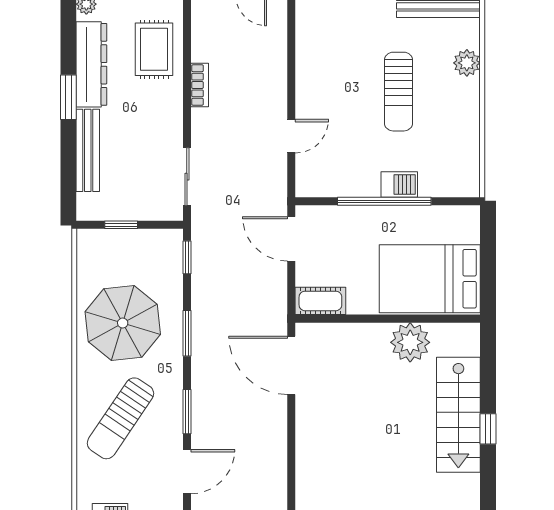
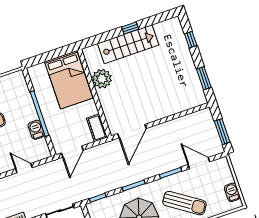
barbecue: (399, 185) -> (36, 130), moved

